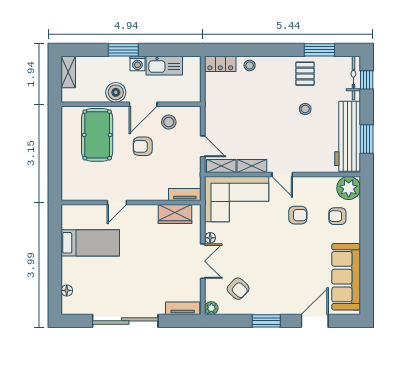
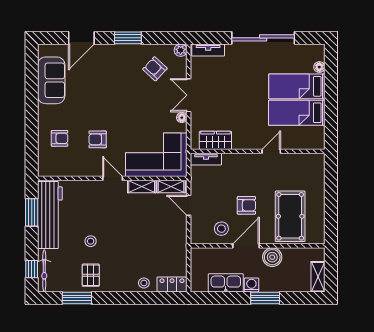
plant: (349, 188) -> (49, 165), removed
bed: (90, 270) -> (297, 86), added
sofa: (346, 277) -> (51, 80), width x0.73

